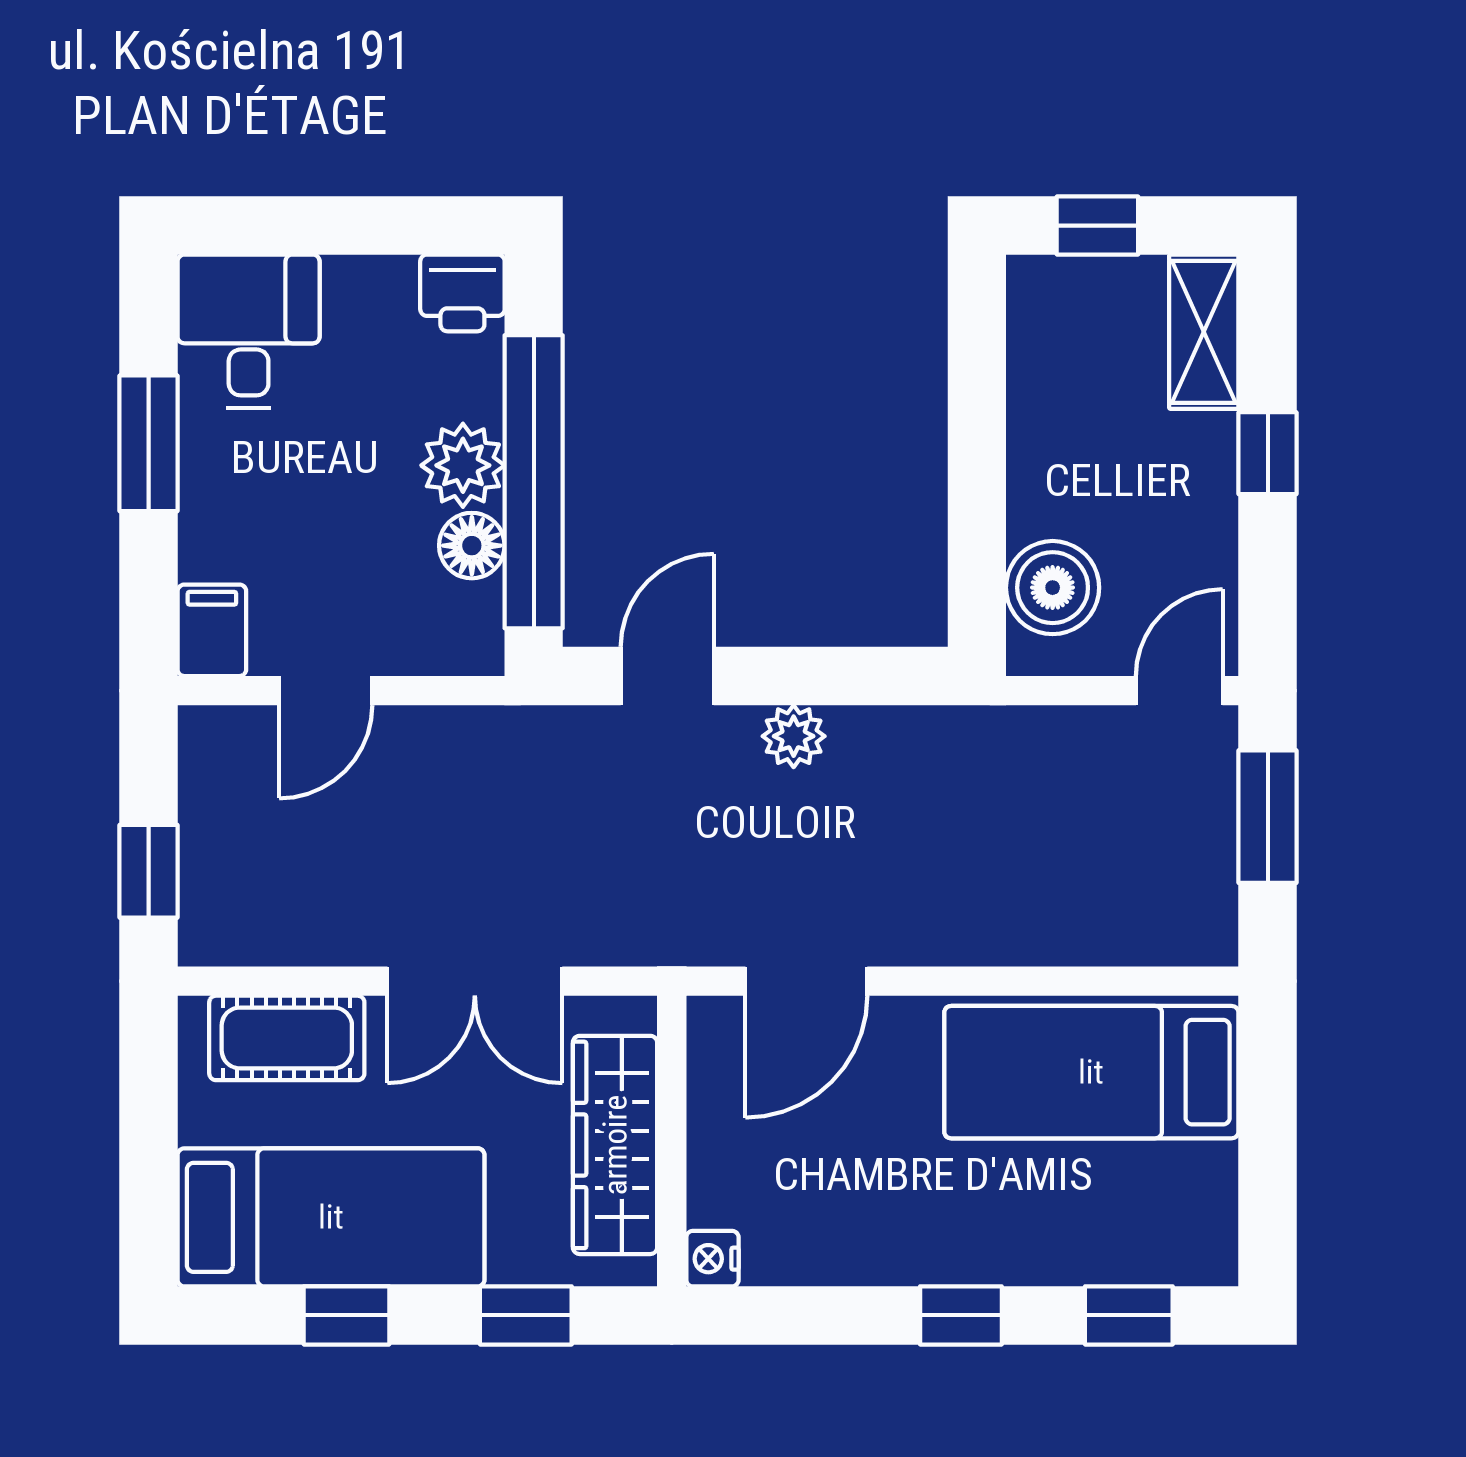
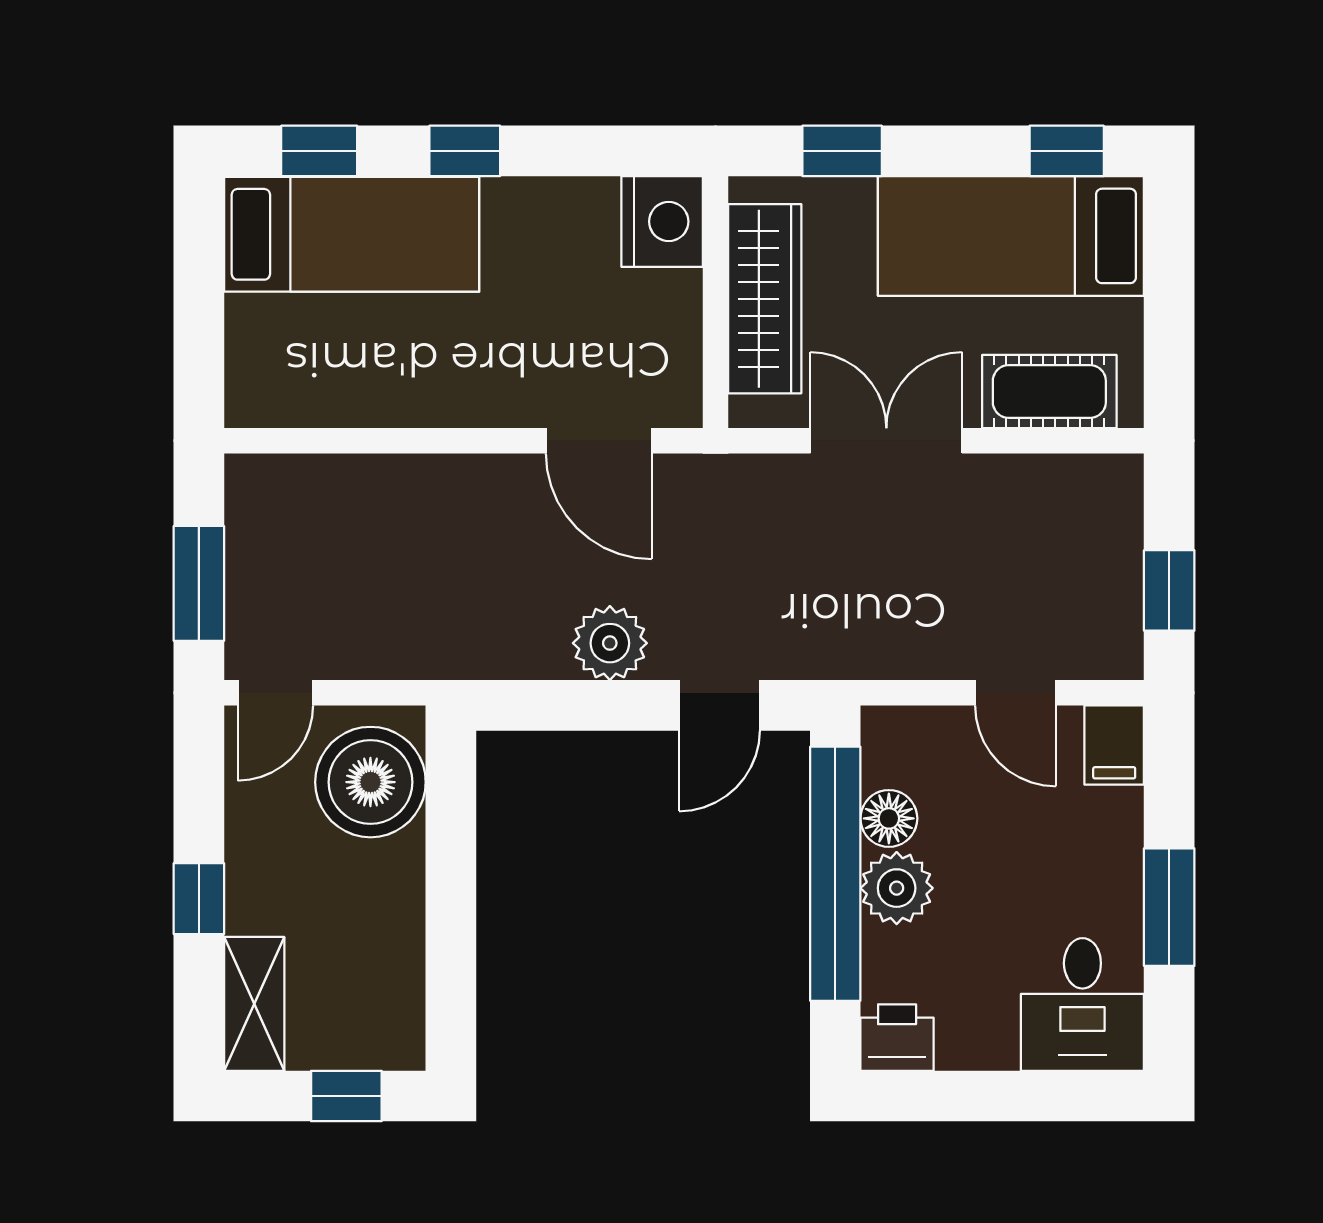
boiler: (1053, 588) -> (370, 782), width x1.37, depth x1.37
door: (326, 691) -> (1016, 693), swing flipped
plant: (794, 736) -> (610, 643), width x1.38, depth x1.38
window: (149, 871) -> (1169, 590), moved
door: (806, 981) -> (599, 441), swing flipped
bed: (1091, 1072) -> (352, 234), moved
nightstand: (712, 1259) -> (662, 222), width x1.89, depth x1.79
window: (347, 1315) -> (1067, 151), moved

